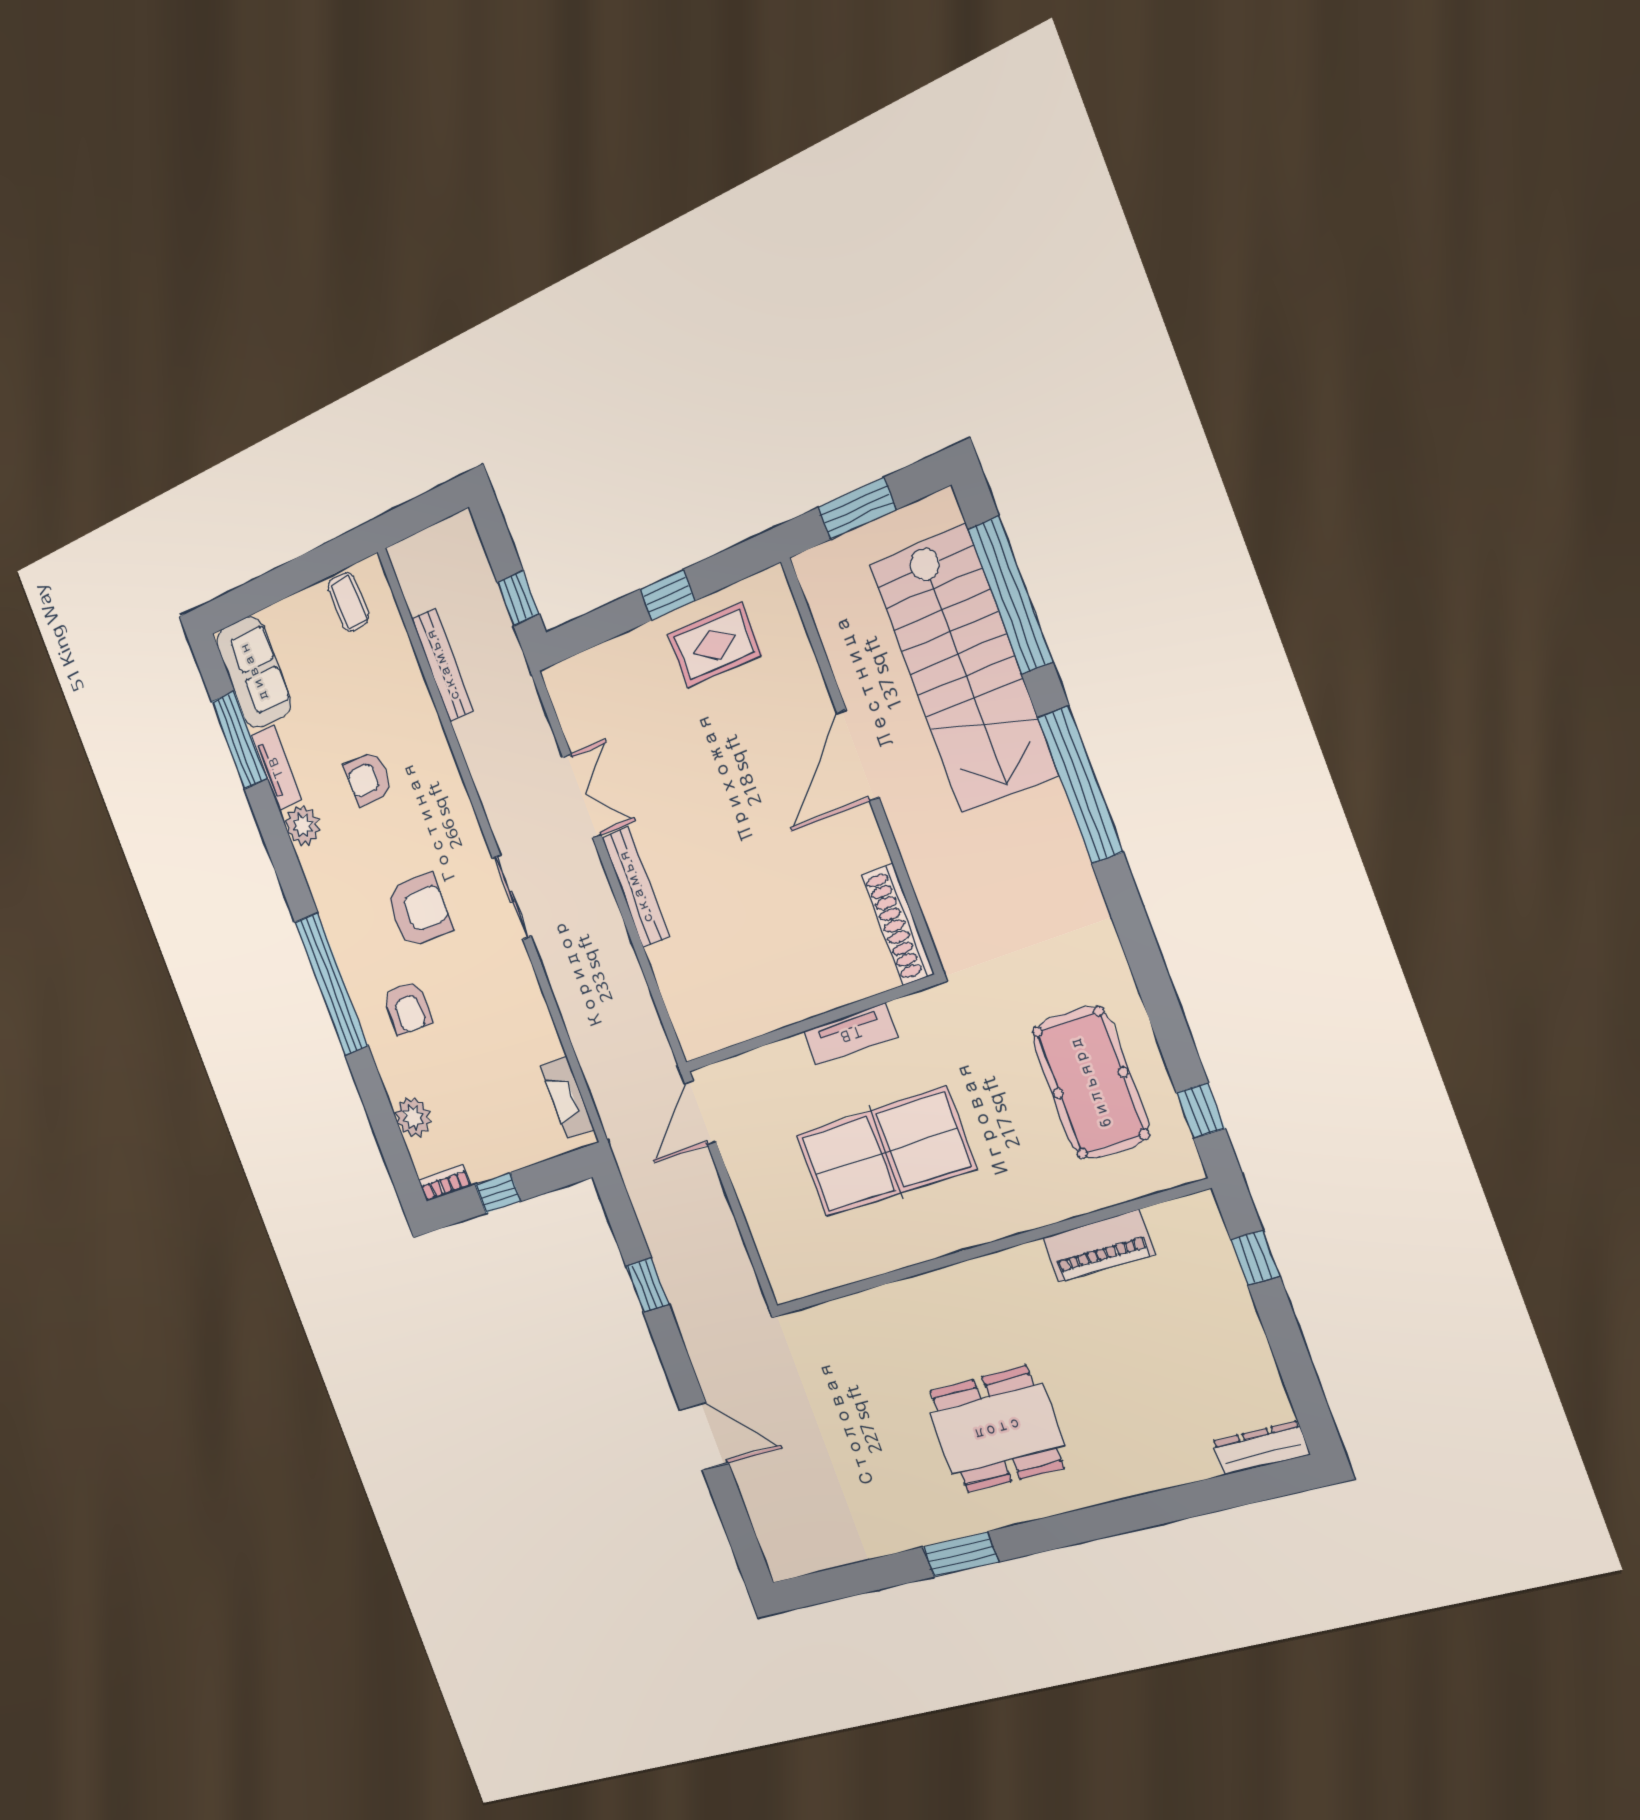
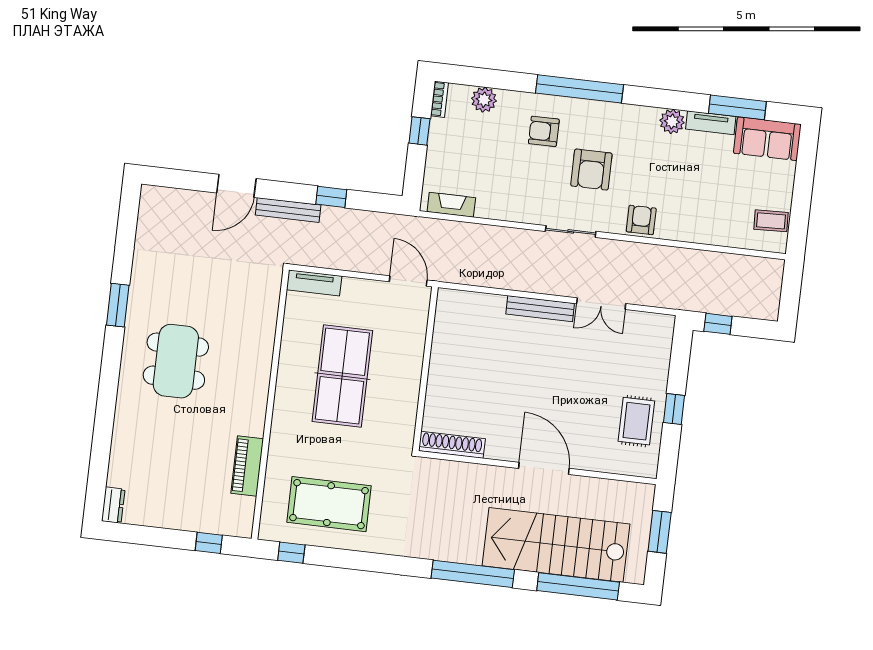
bench: (443, 665) -> (288, 210), moved
armchair: (368, 779) -> (641, 220), moved
tv unit: (851, 1034) -> (314, 283), moved, turned -90
dresser: (1261, 1448) -> (113, 505), width x0.70

